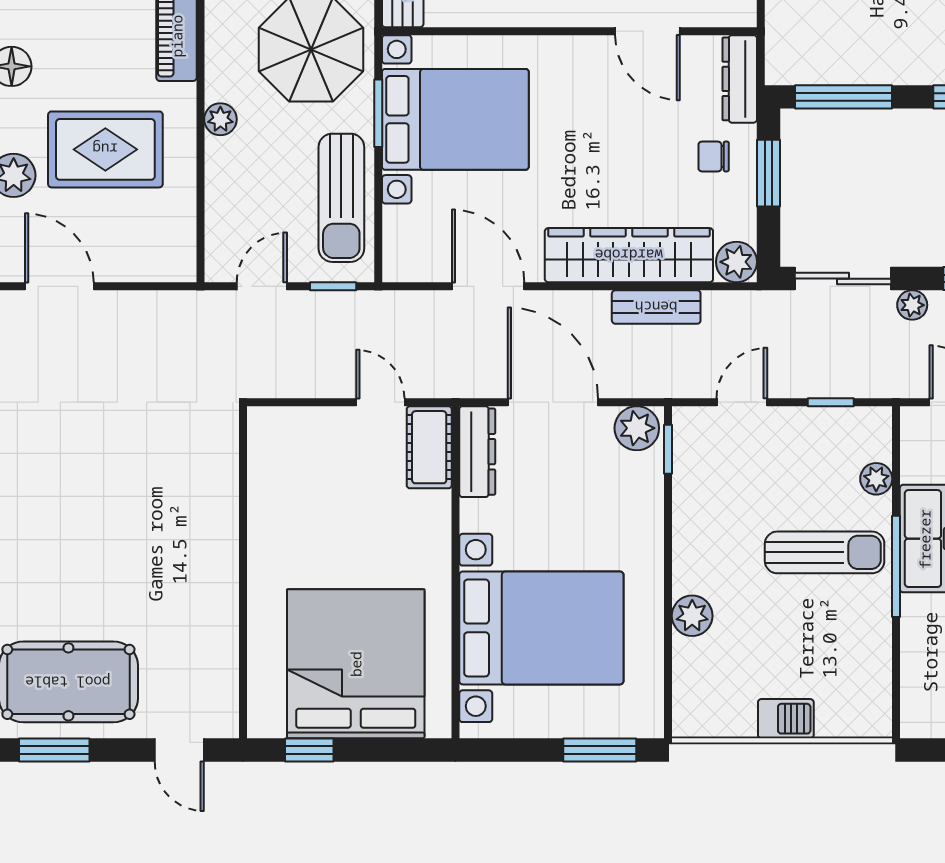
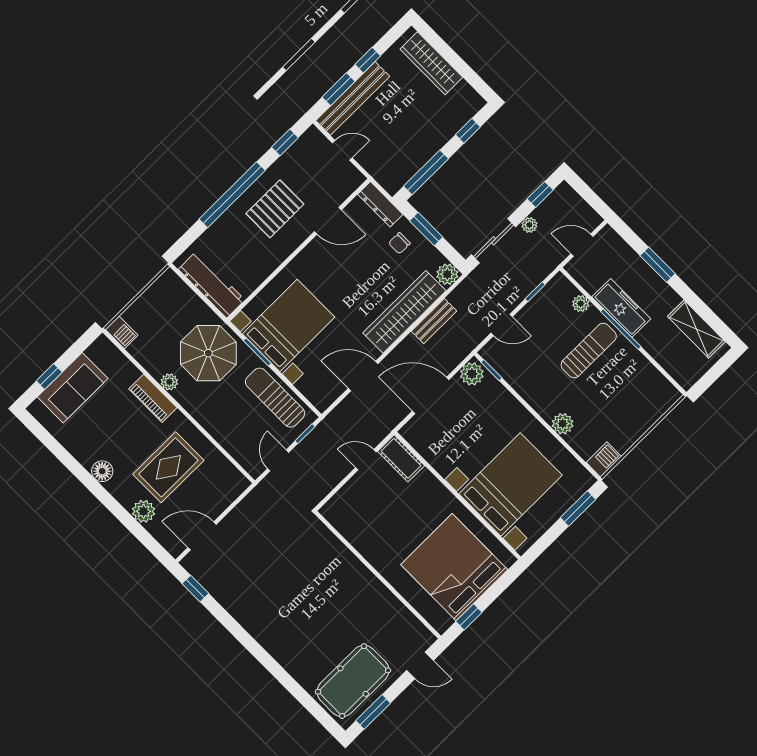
plant: (220, 119) -> (169, 382), moved
sun lounger: (341, 198) -> (275, 398), turned 180
door: (742, 402) -> (502, 325), swing flipped
dresser: (477, 452) -> (421, 442), removed
barbecue: (786, 719) -> (604, 459), moved

